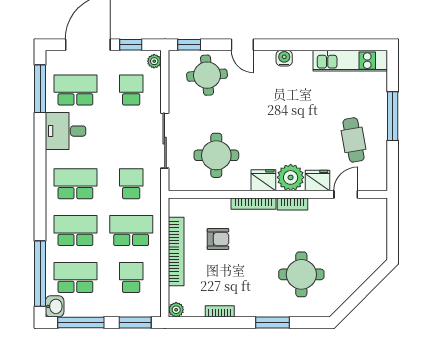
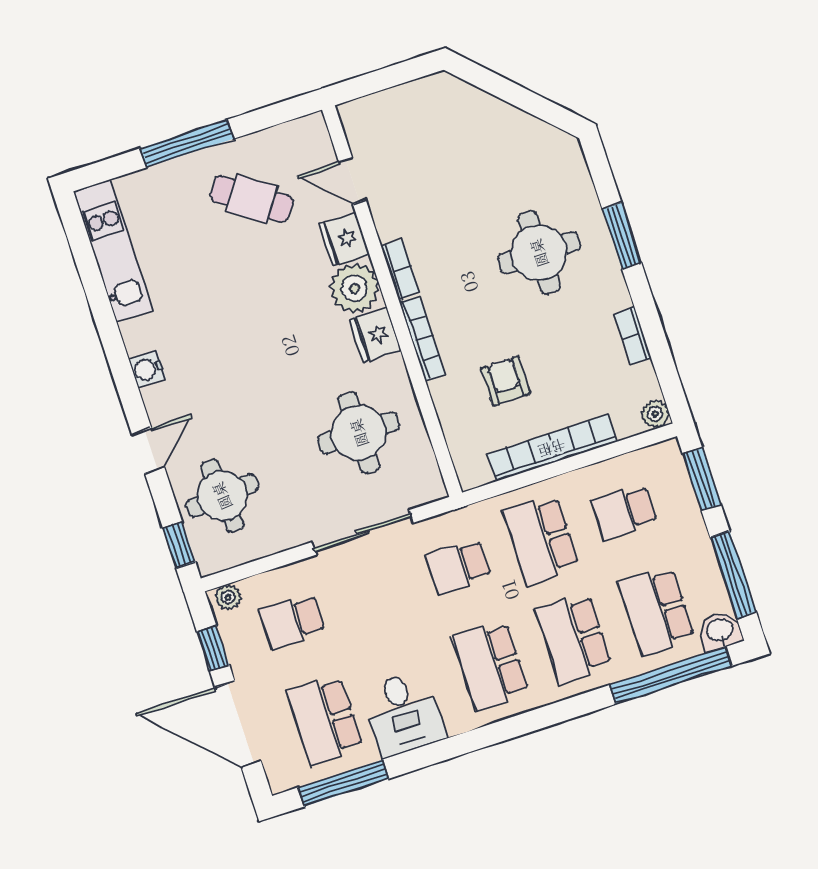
cafe table: (354, 140) -> (252, 199), turned 45
round table: (301, 274) -> (539, 253), moved

